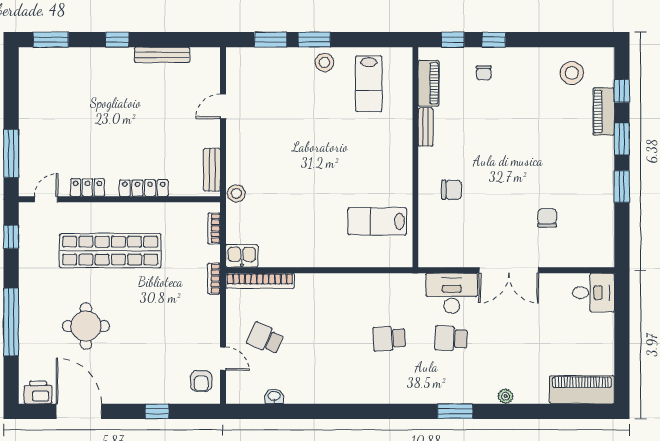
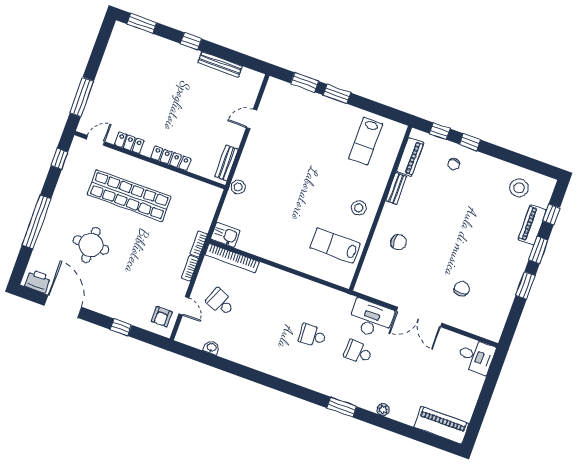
stool: (324, 62) -> (359, 208), moved
bookcase: (214, 228) -> (190, 268), moved

